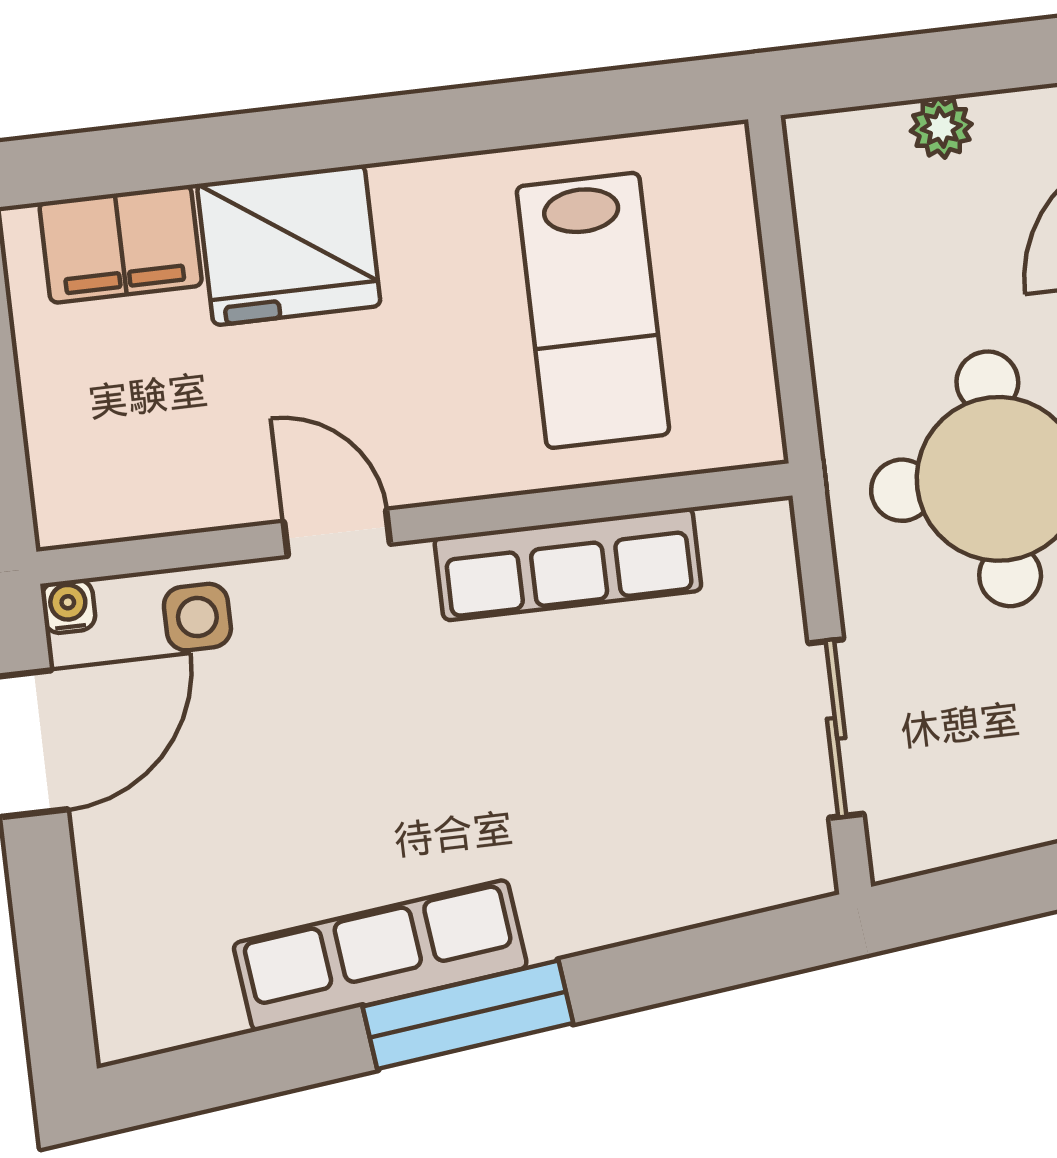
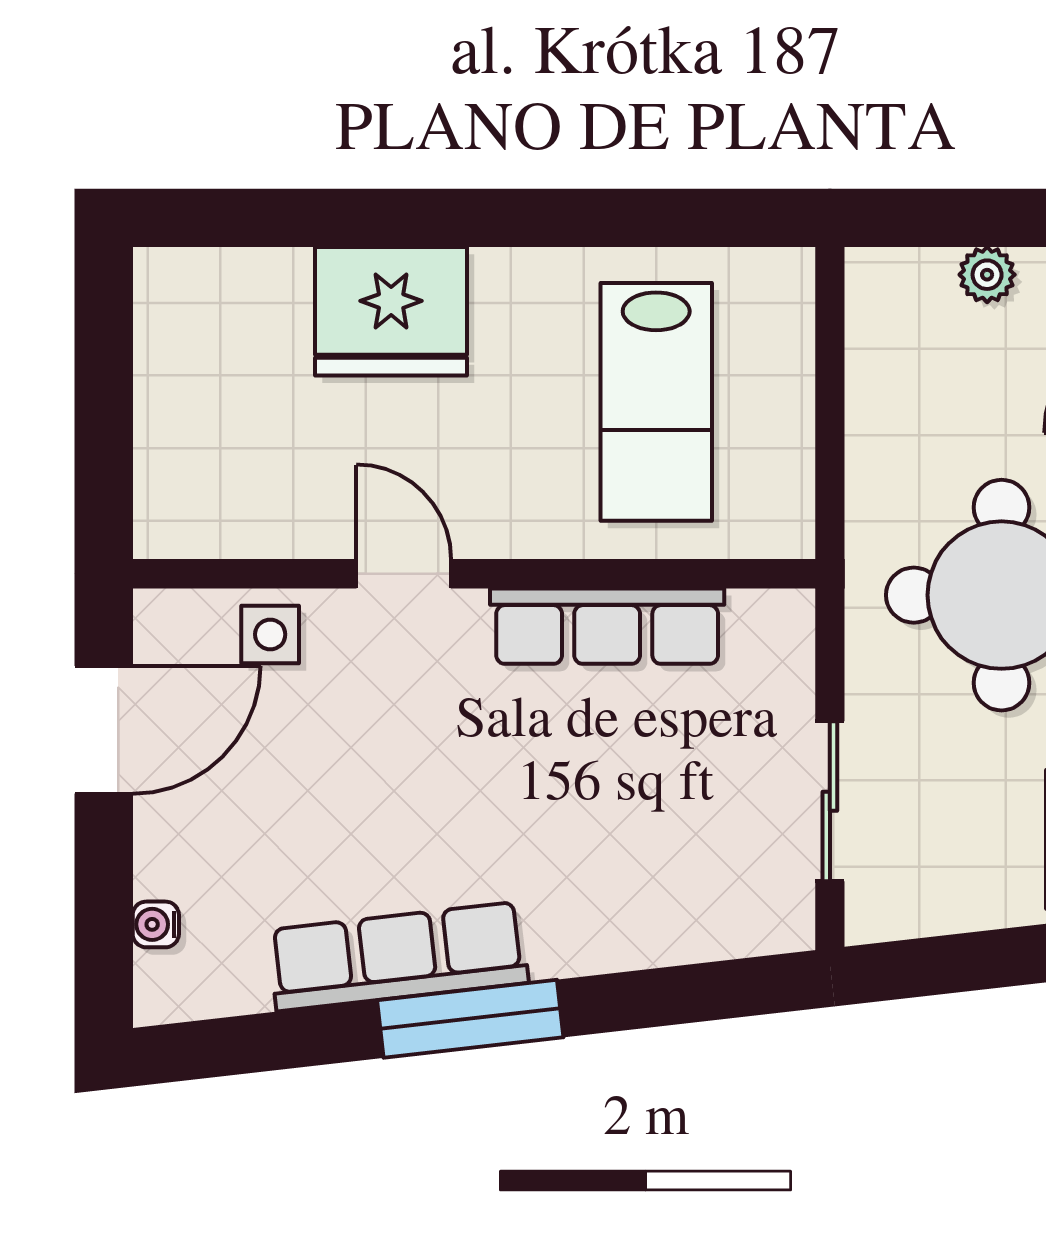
filing cabinet: (121, 244) -> (241, 293), removed
water cooler: (68, 606) -> (156, 924), moved, turned -90

